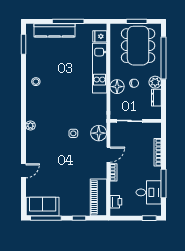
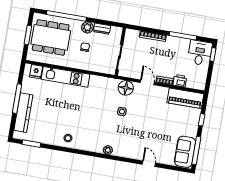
floor lamp: (117, 87) -> (85, 64), removed
desk: (149, 192) -> (200, 53), moved
printer: (116, 202) -> (180, 81), moved

